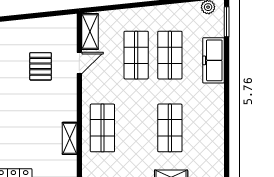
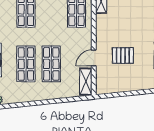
pallet: (41, 66) -> (123, 55), turned 90

